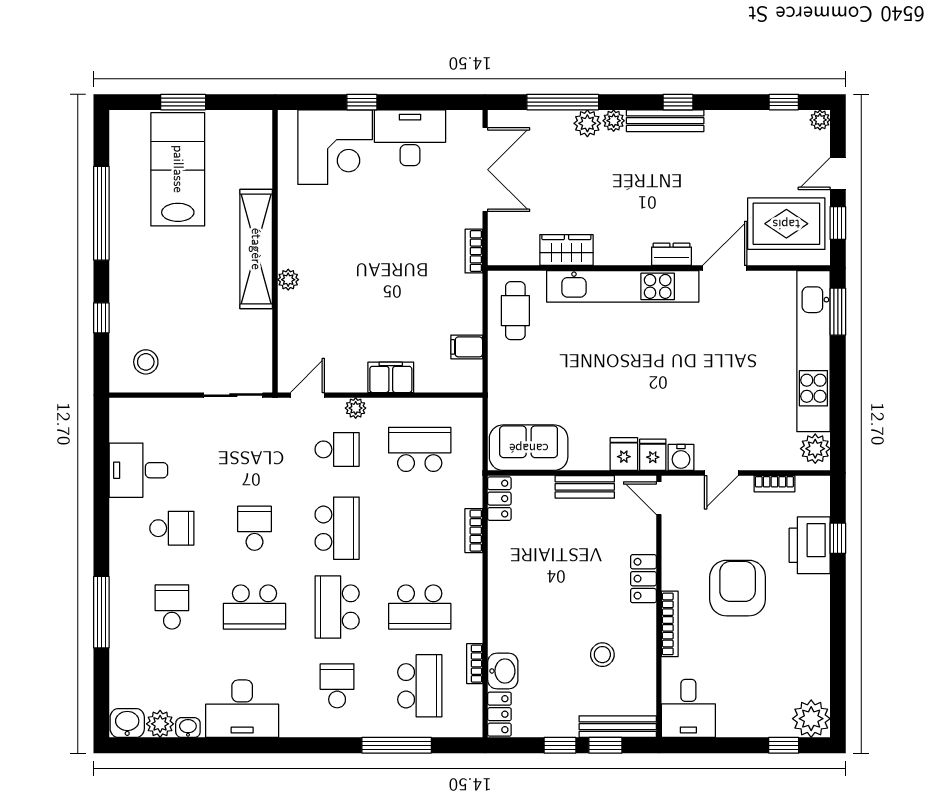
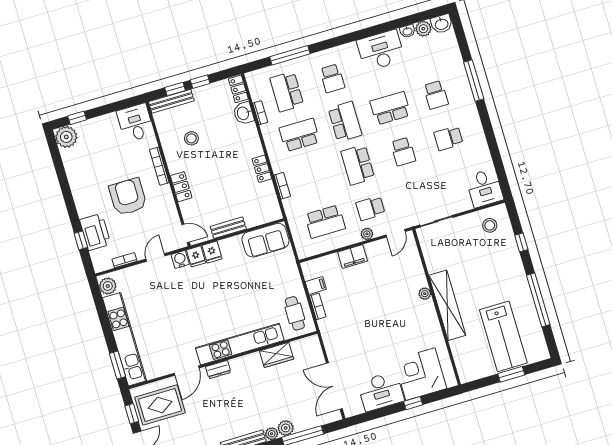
bookcase: (474, 251) -> (318, 306), moved
desk: (138, 470) -> (484, 188), moved, turned 90
locker: (499, 499) -> (262, 169), moved
armchair: (738, 588) -> (128, 197), turned 180

